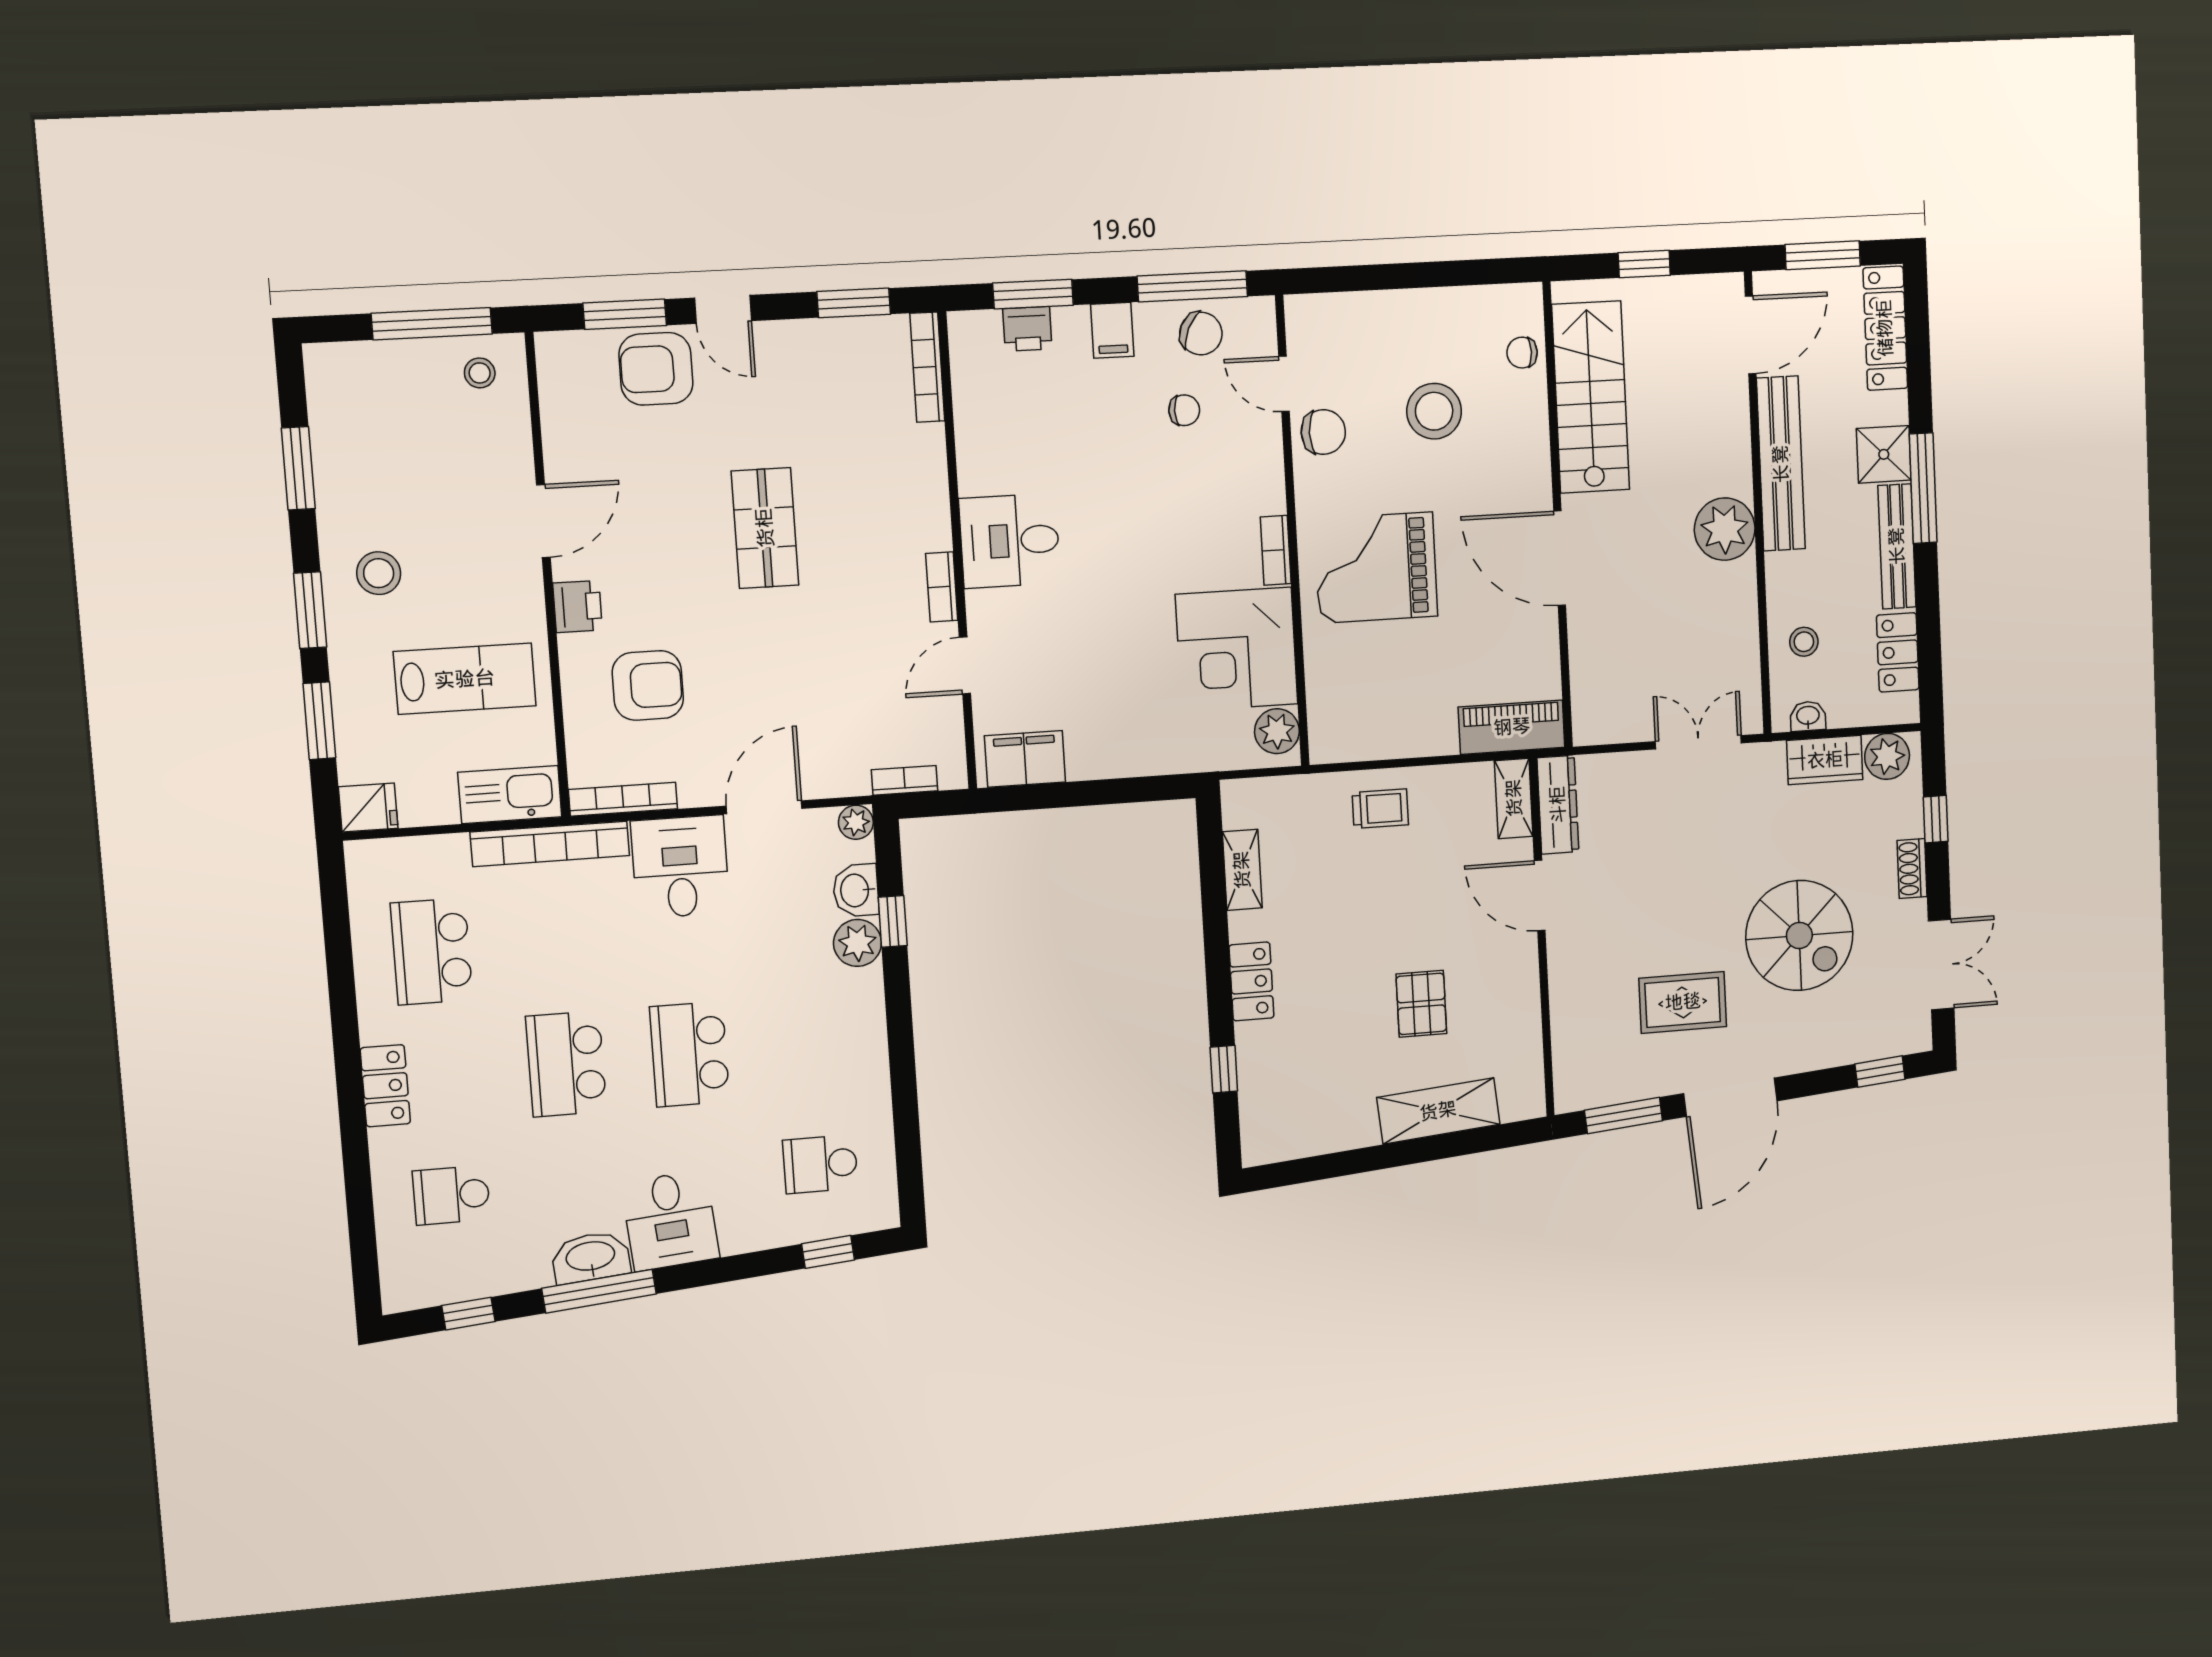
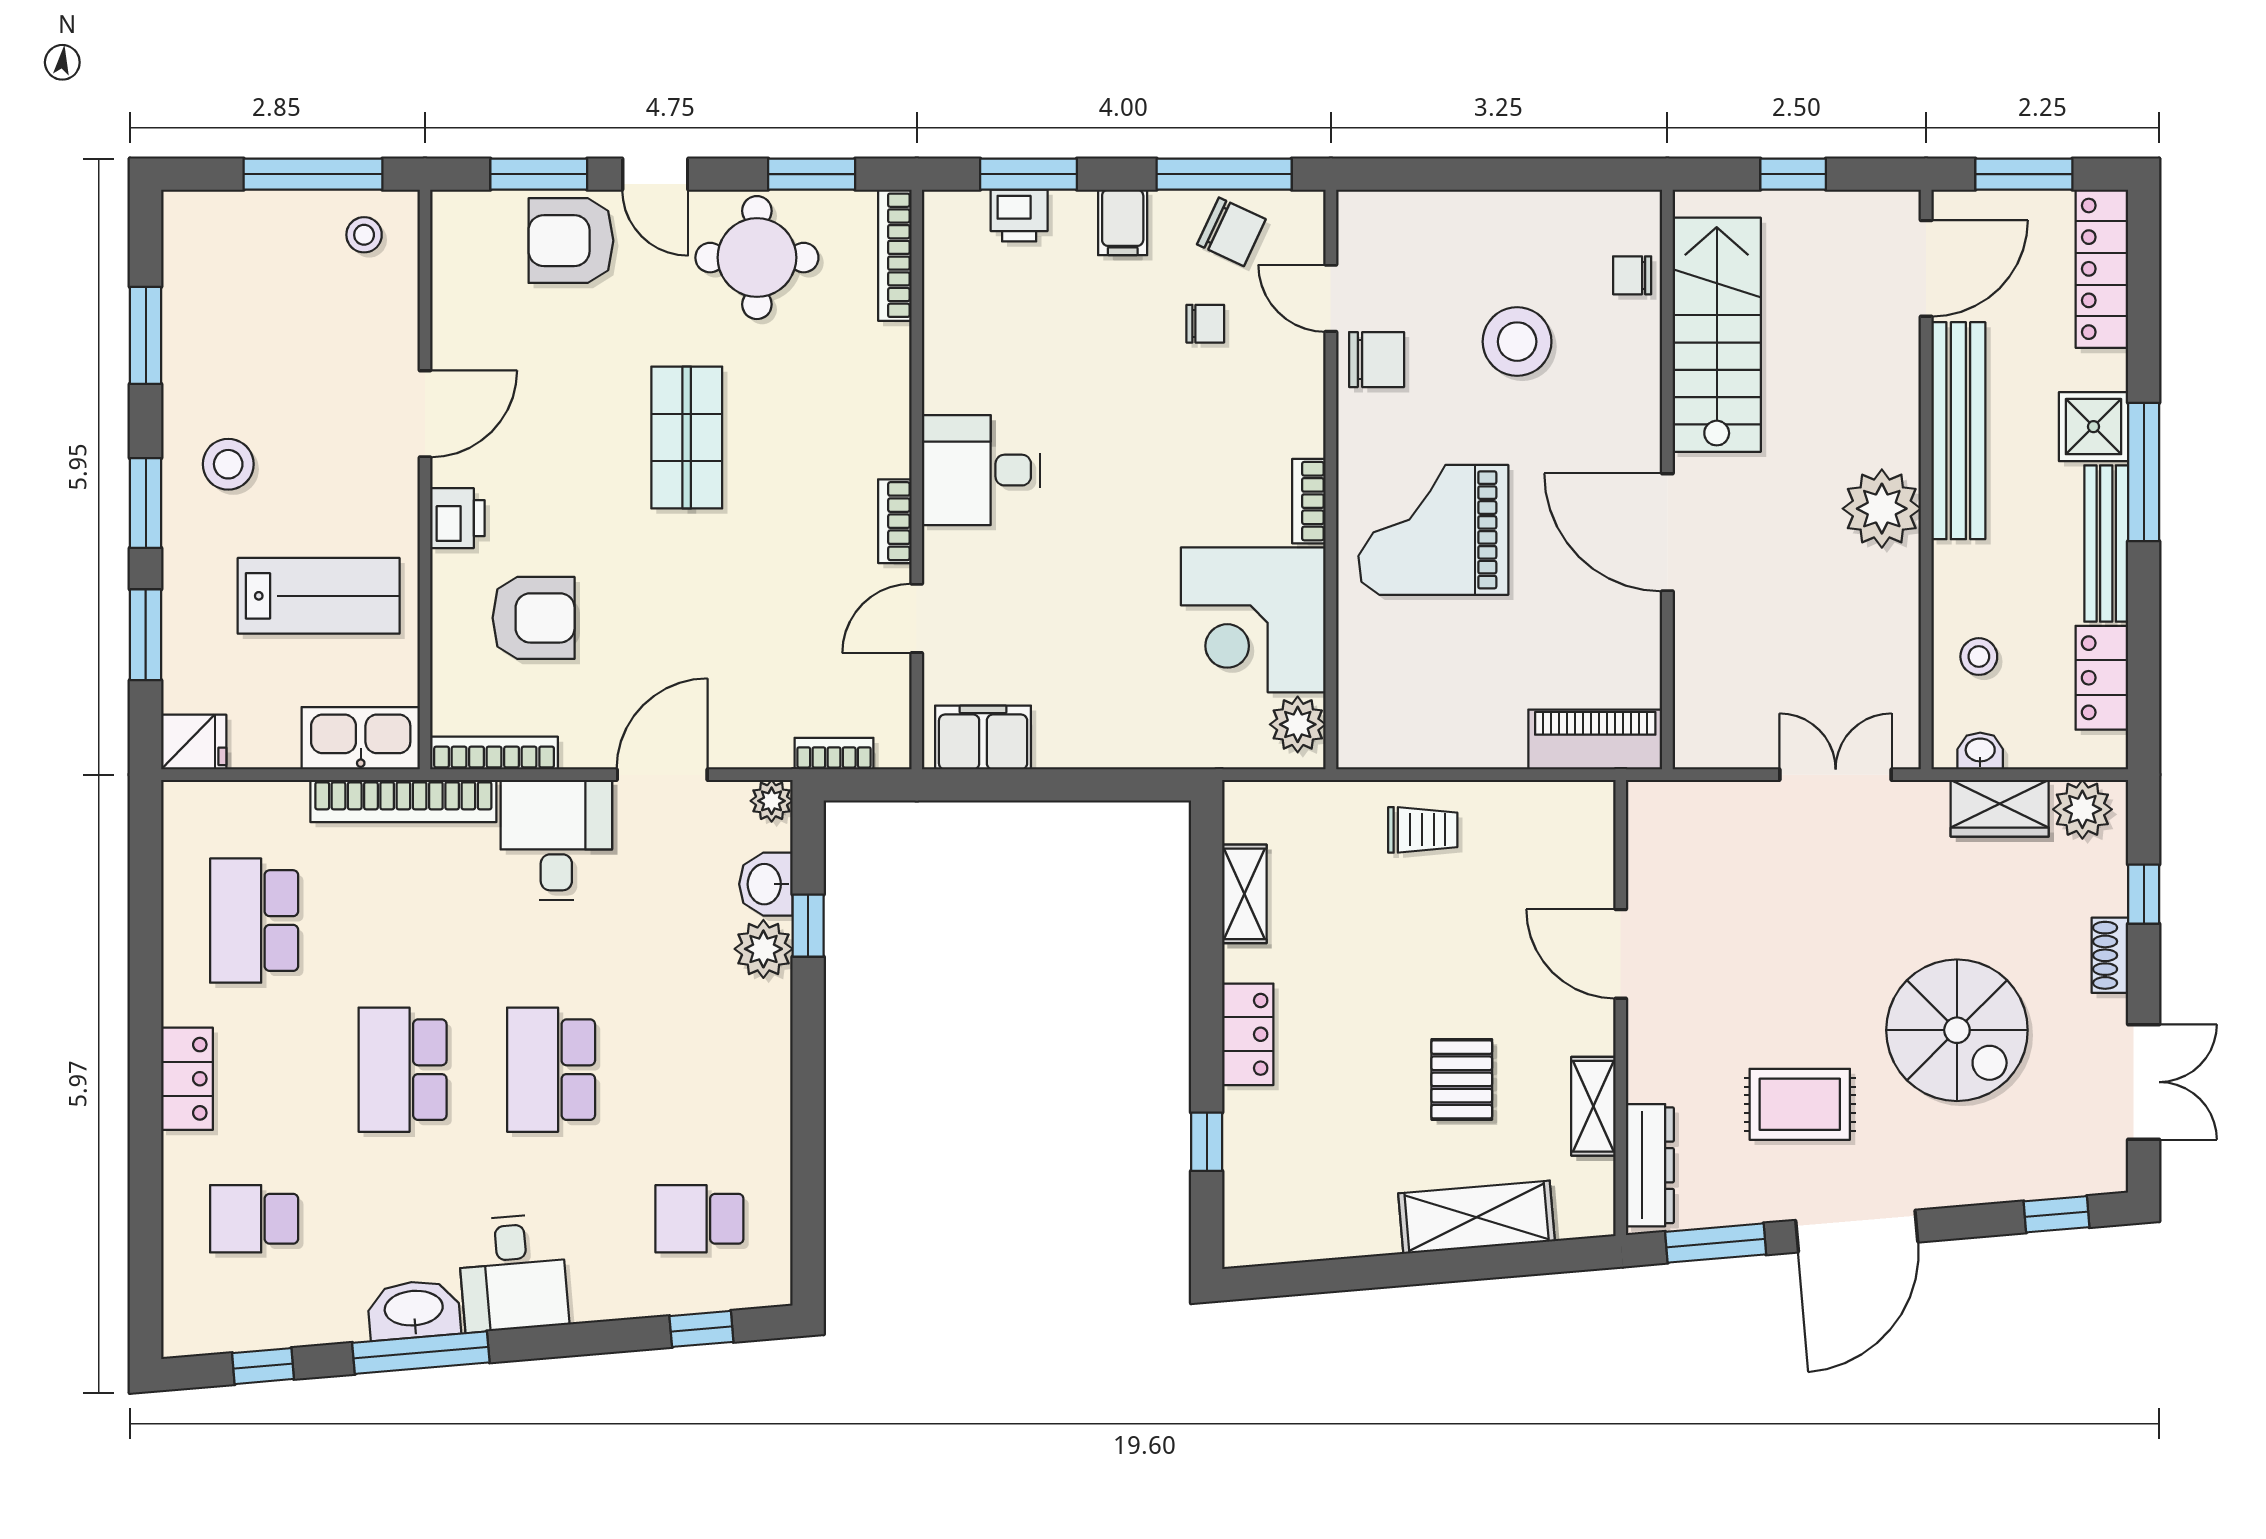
round table: (813, 375) -> (757, 258), added
shelving: (1514, 798) -> (1593, 1106), moved
dresser: (1558, 805) -> (1650, 1165), moved

